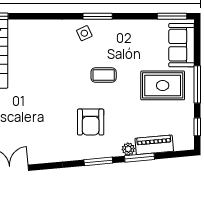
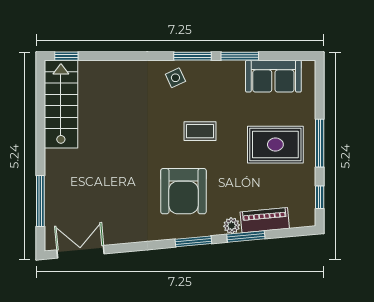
window: (172, 16) -> (240, 56), moved
sofa: (182, 45) -> (273, 76), moved, turned -90
armchair: (91, 122) -> (183, 191), width x1.36, depth x1.36

